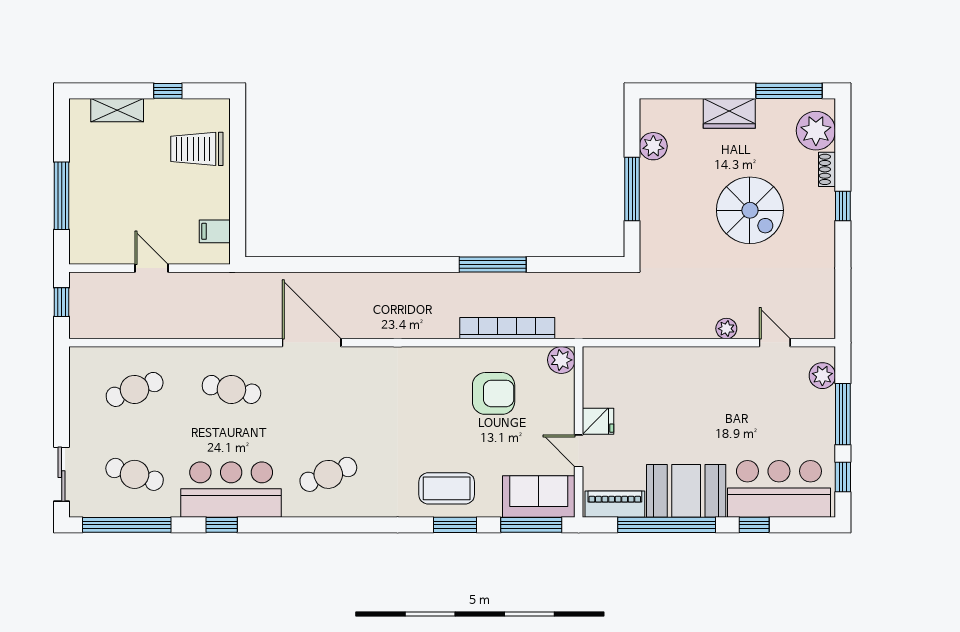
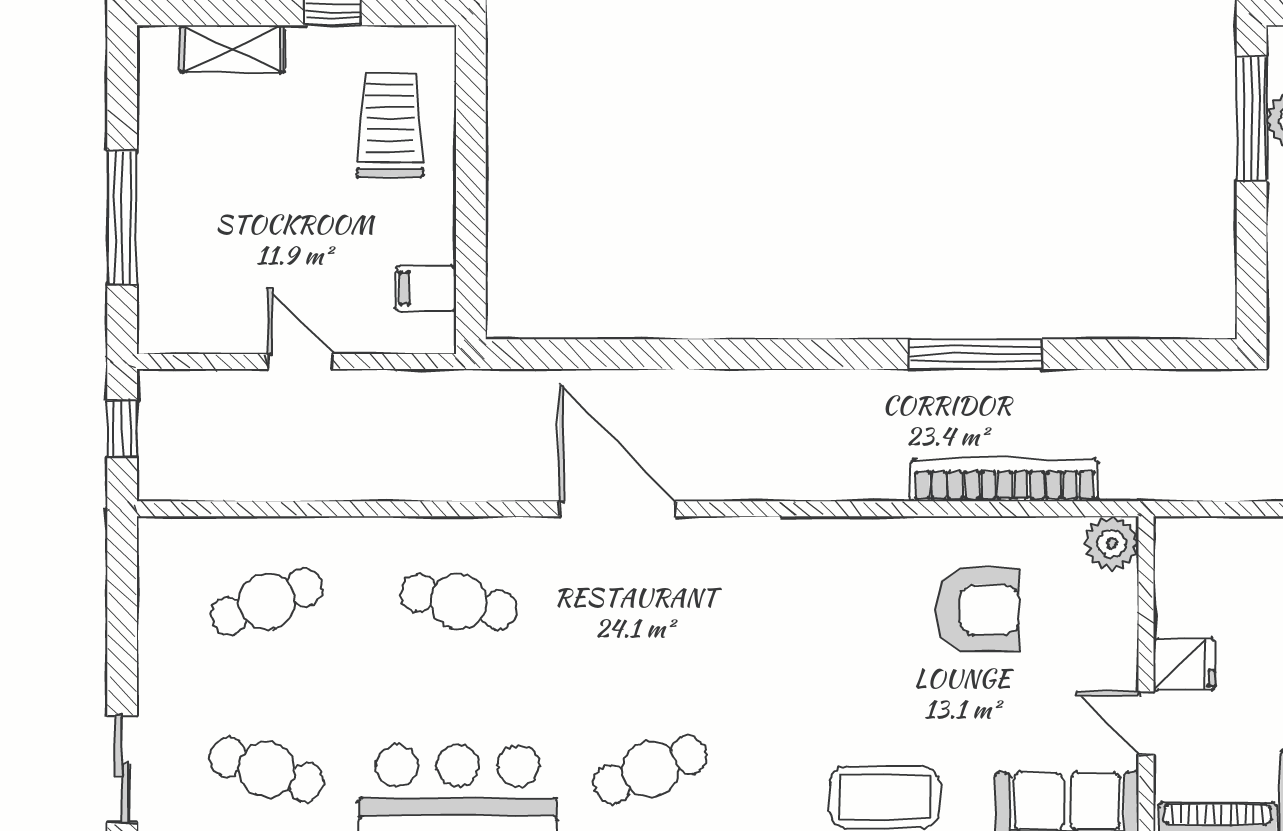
trolley: (197, 149) -> (390, 125), turned 90
window: (632, 189) -> (1252, 119), moved

